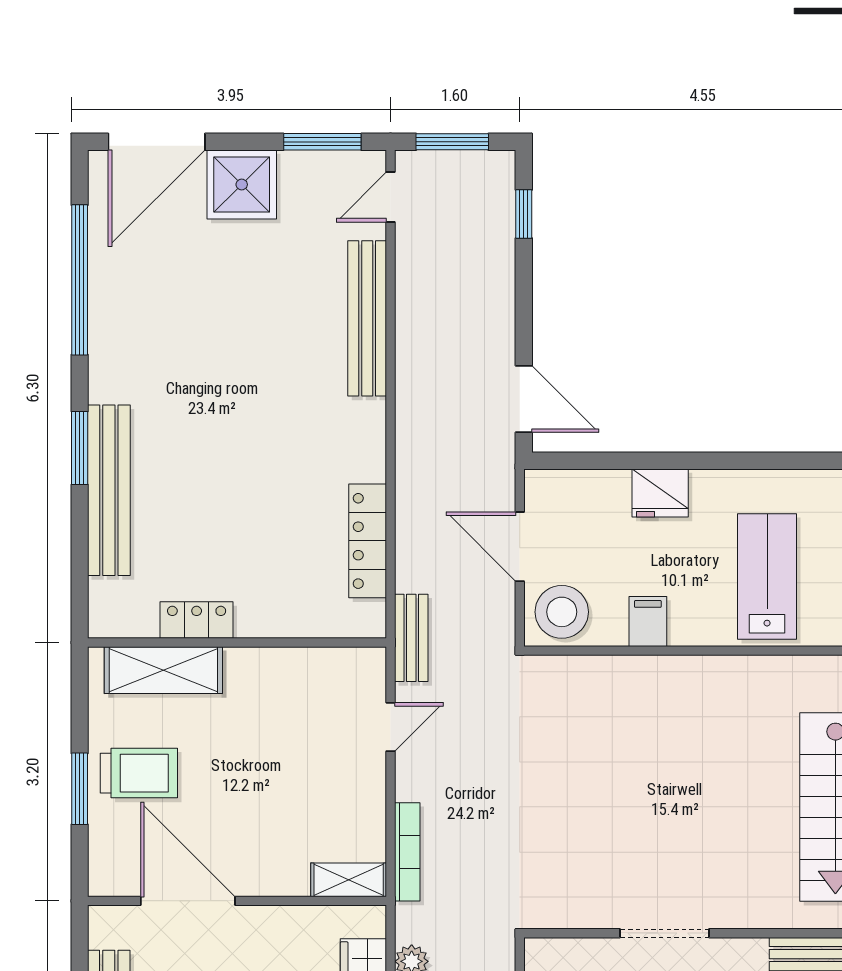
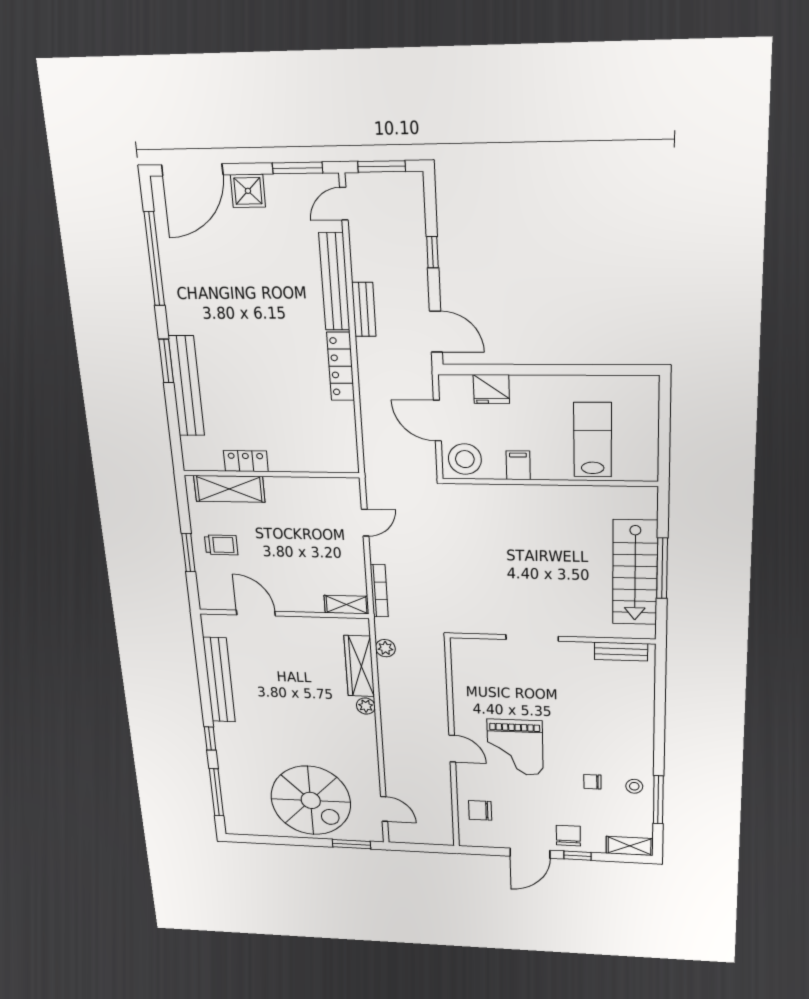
shower: (242, 184) -> (248, 191), width x0.73, depth x0.73
window: (524, 214) -> (432, 252), moved
fridge: (660, 493) -> (491, 389), moved
locker: (368, 541) -> (341, 366), moved
bench: (411, 638) -> (364, 309), moved
trolley: (139, 773) -> (221, 545), width x0.73, depth x0.72
door: (188, 901) -> (256, 613), width x0.73

